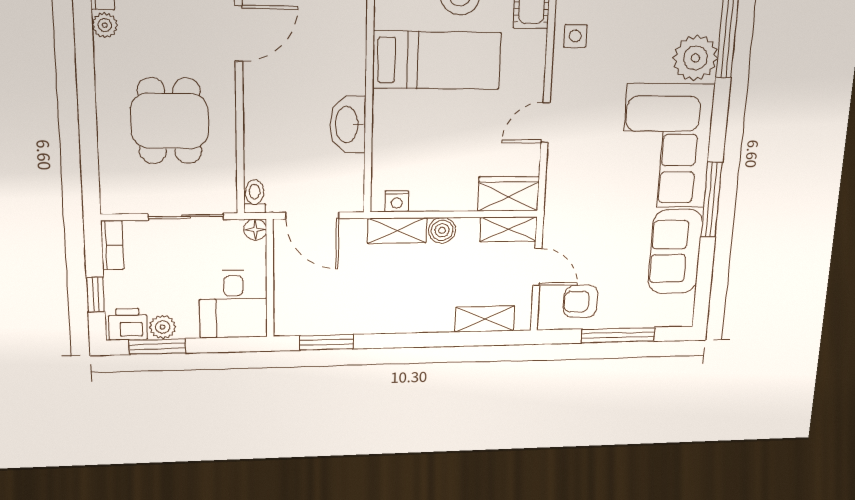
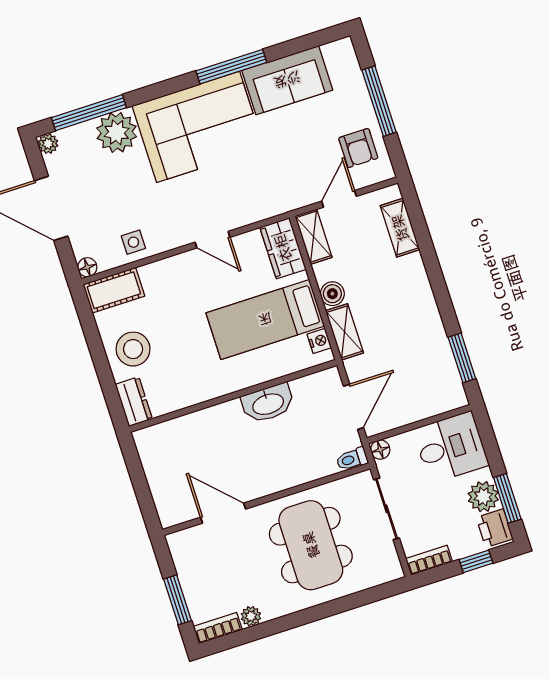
bed: (437, 60) -> (265, 319), moved, turned -90
dining table: (170, 121) -> (311, 545), width x1.38
plant: (163, 327) -> (483, 497), width x1.38, depth x1.38

